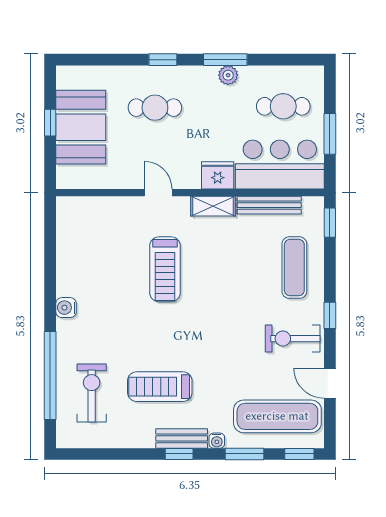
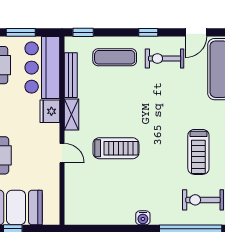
door: (158, 193) -> (62, 153), swing flipped
exercise bike: (293, 339) -> (165, 59), turned 90

